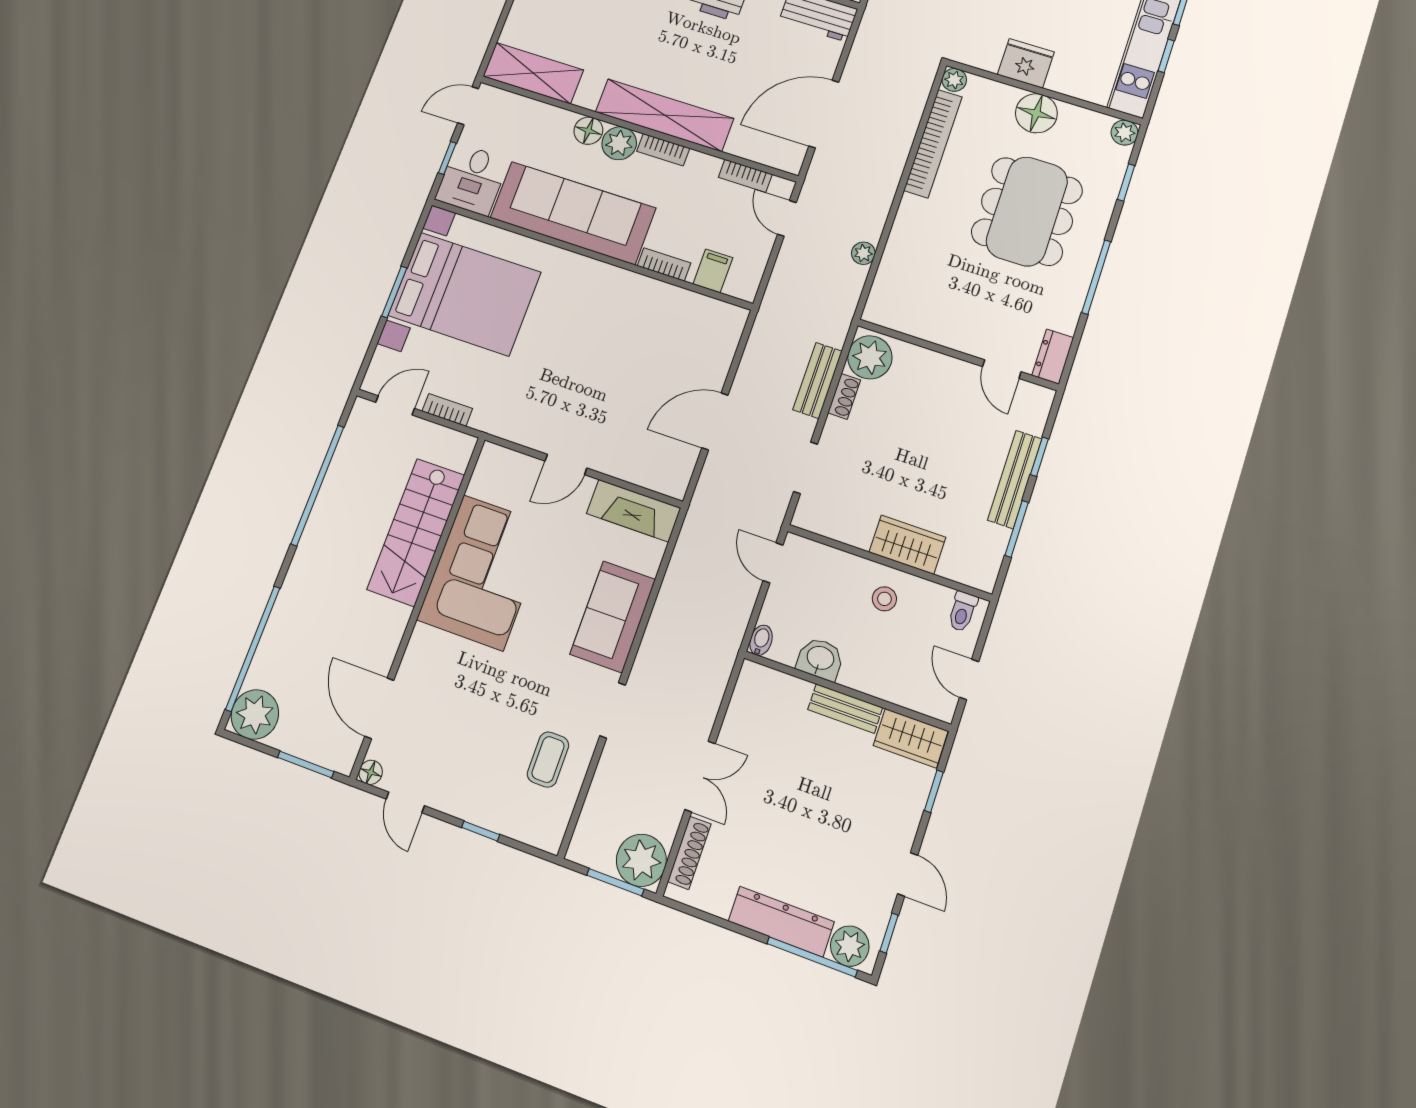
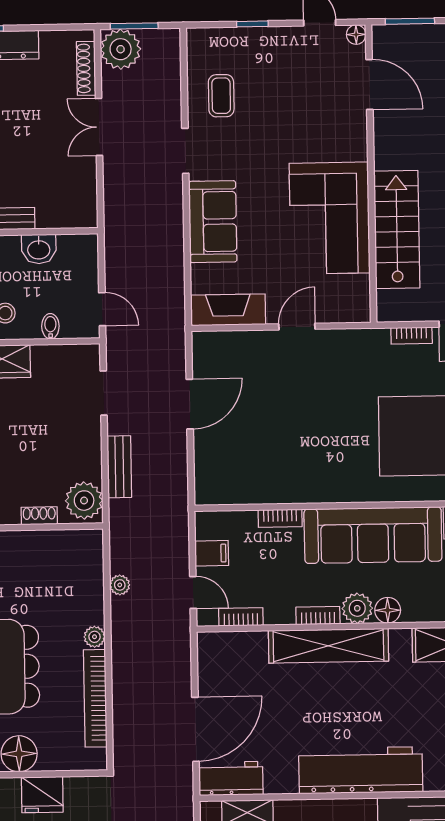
plant: (954, 80) -> (95, 637), moved
door: (824, 114) -> (195, 729), moved
filing cabinet: (713, 271) -> (212, 553), moved, turned -90
shoe rack: (844, 396) -> (39, 516), moved, turned 90
bidet: (761, 640) -> (50, 326), moved, turned 180

